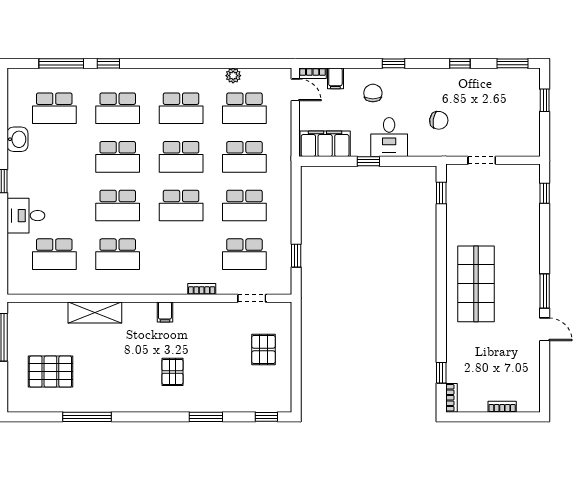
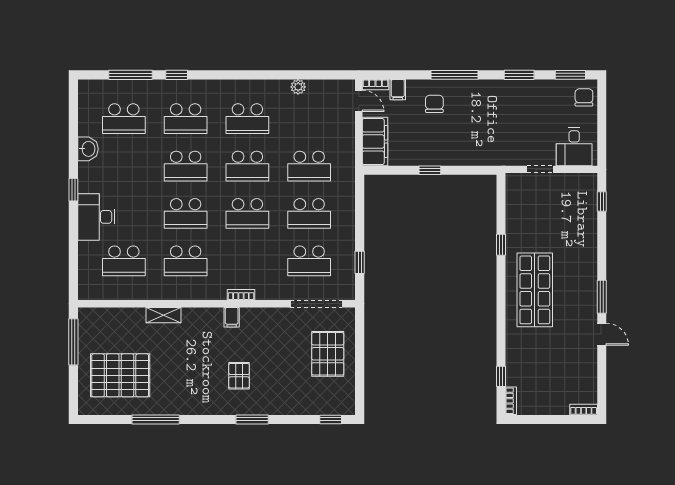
window: (394, 63) -> (454, 75), width x2.17
window: (460, 63) -> (519, 75), width x1.50
window: (545, 100) -> (602, 111), removed
school desk: (244, 108) -> (309, 119), removed
chair: (439, 120) -> (584, 97), moved, turned -99
desk: (389, 137) -> (574, 147), moved
filing cabinet: (325, 144) -> (375, 142), moved, turned 90
window: (441, 193) -> (501, 245), moved
desk: (26, 216) -> (96, 217), width x1.37
bookcase: (202, 289) -> (241, 295), moved
doorway: (252, 298) -> (316, 304), width x1.87
shelving: (95, 312) -> (163, 315), width x0.67, depth x0.75
pallet: (264, 350) -> (328, 354), width x1.50, depth x1.42
pallet: (50, 372) -> (120, 375), width x1.37, depth x1.41
bookcase: (502, 407) -> (584, 410), moved
window: (206, 417) -> (252, 419), moved

